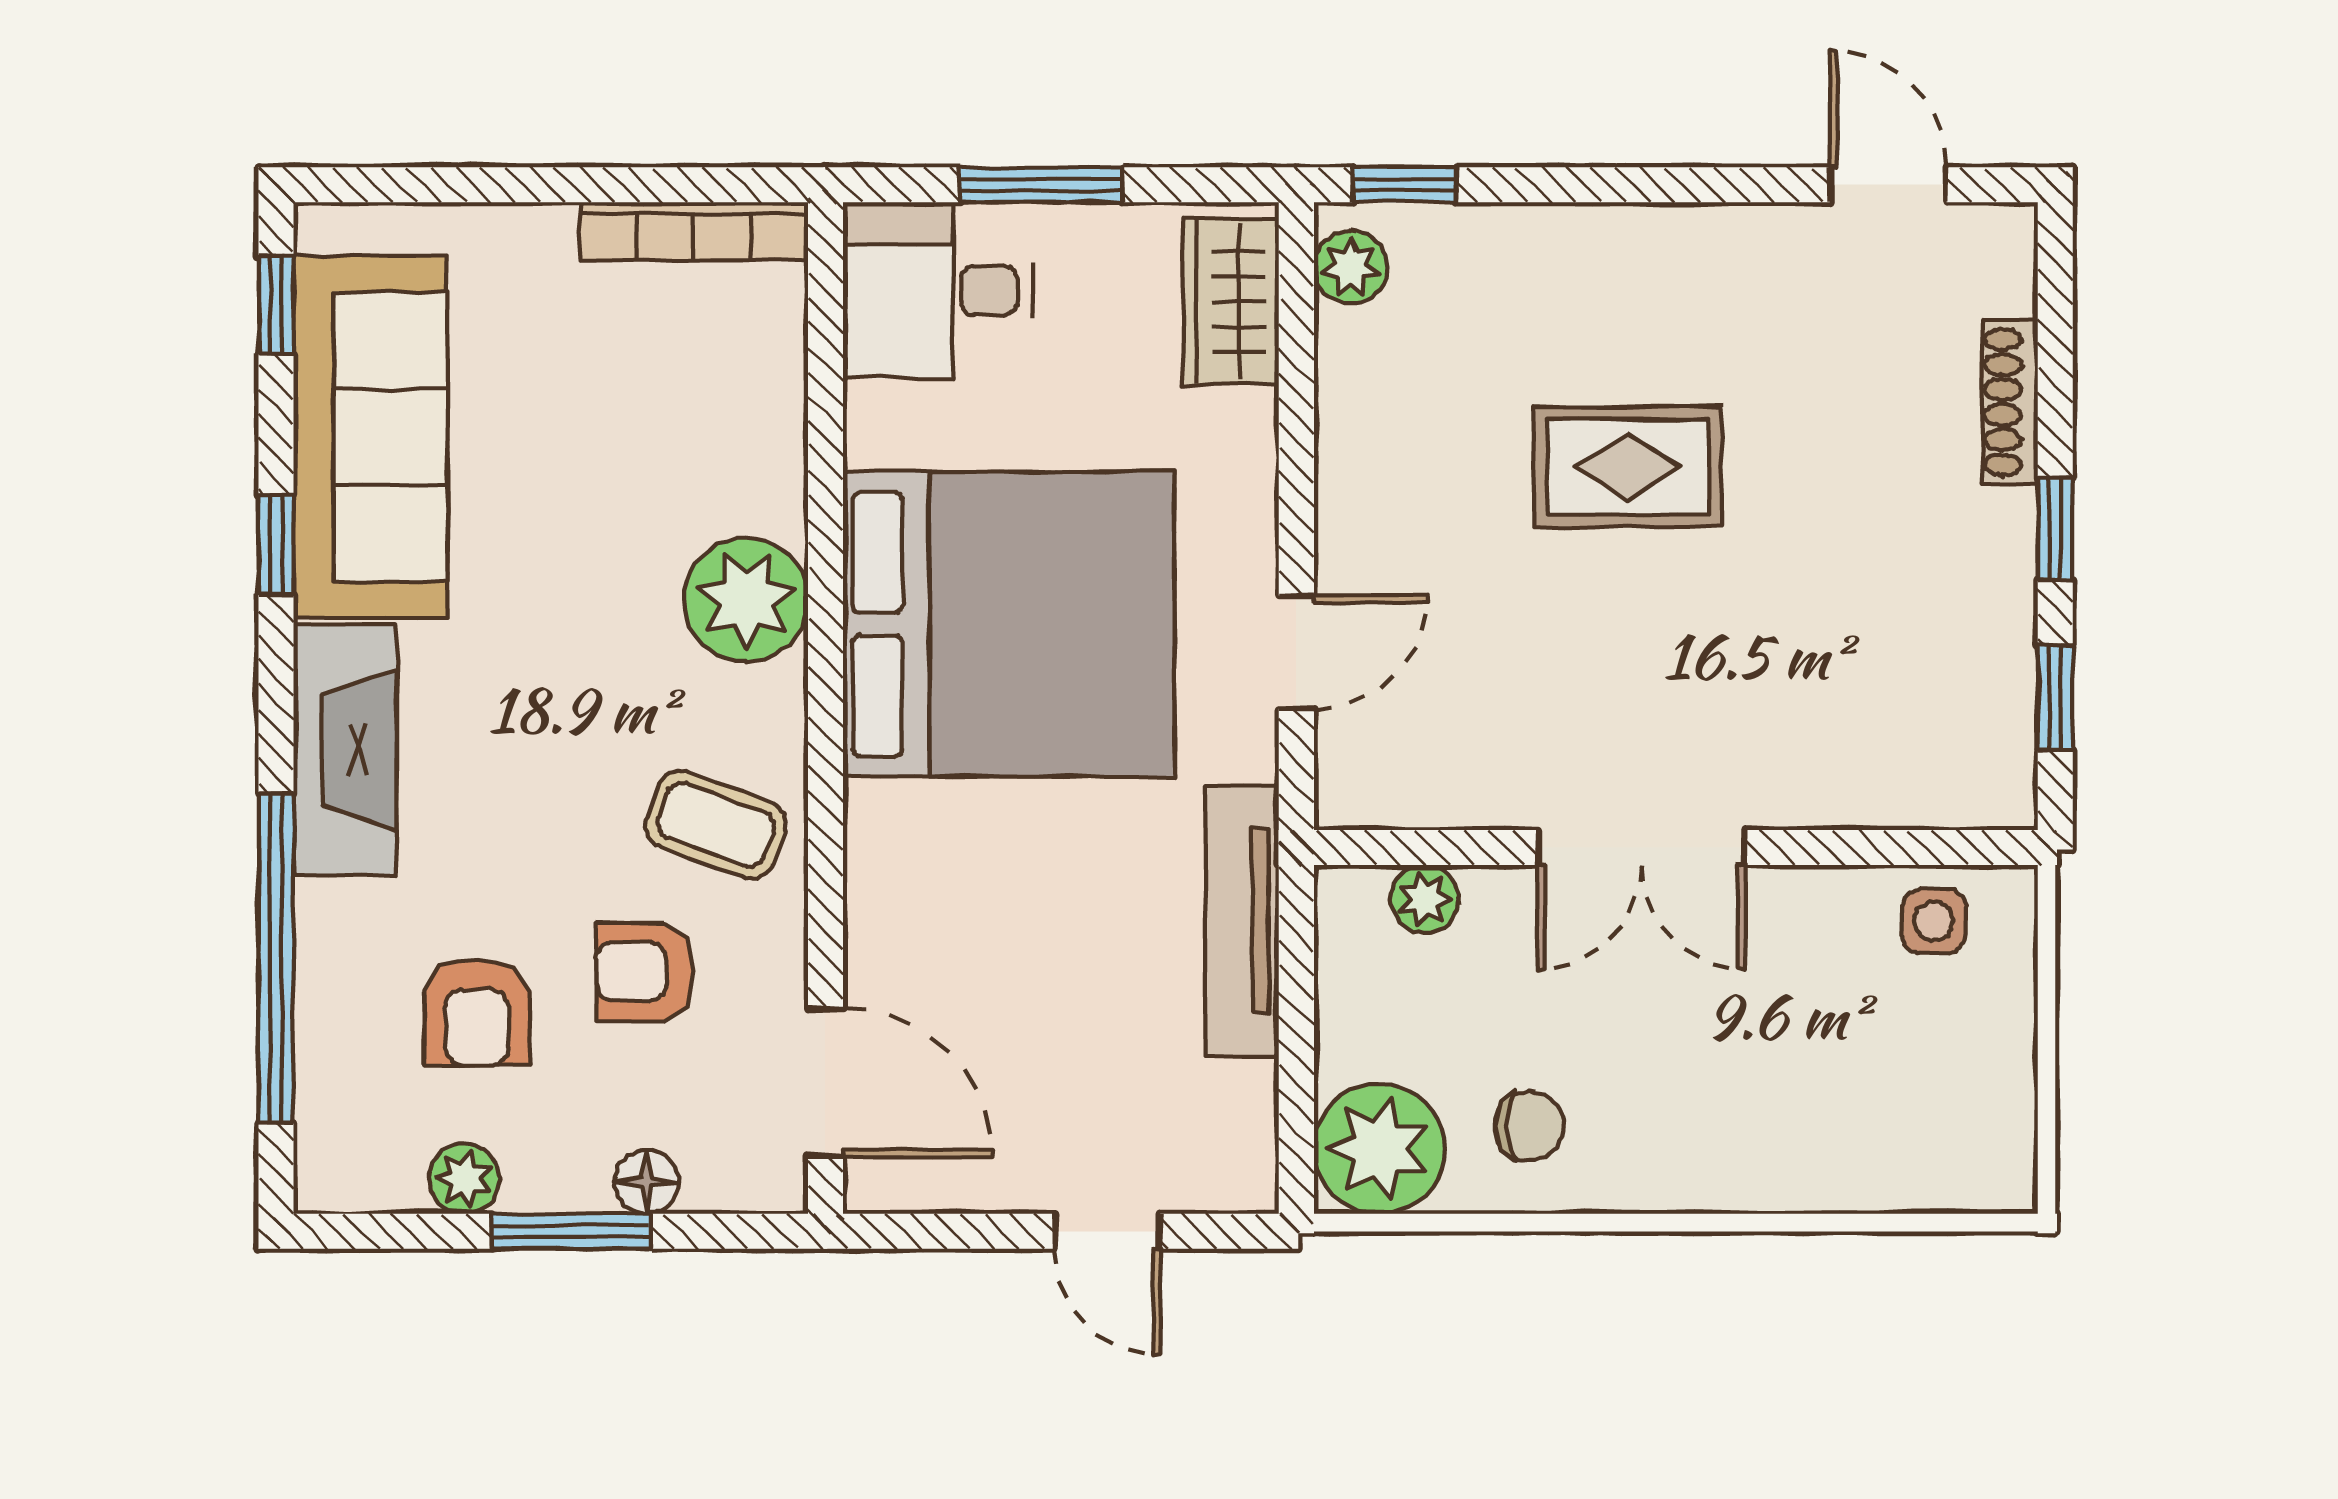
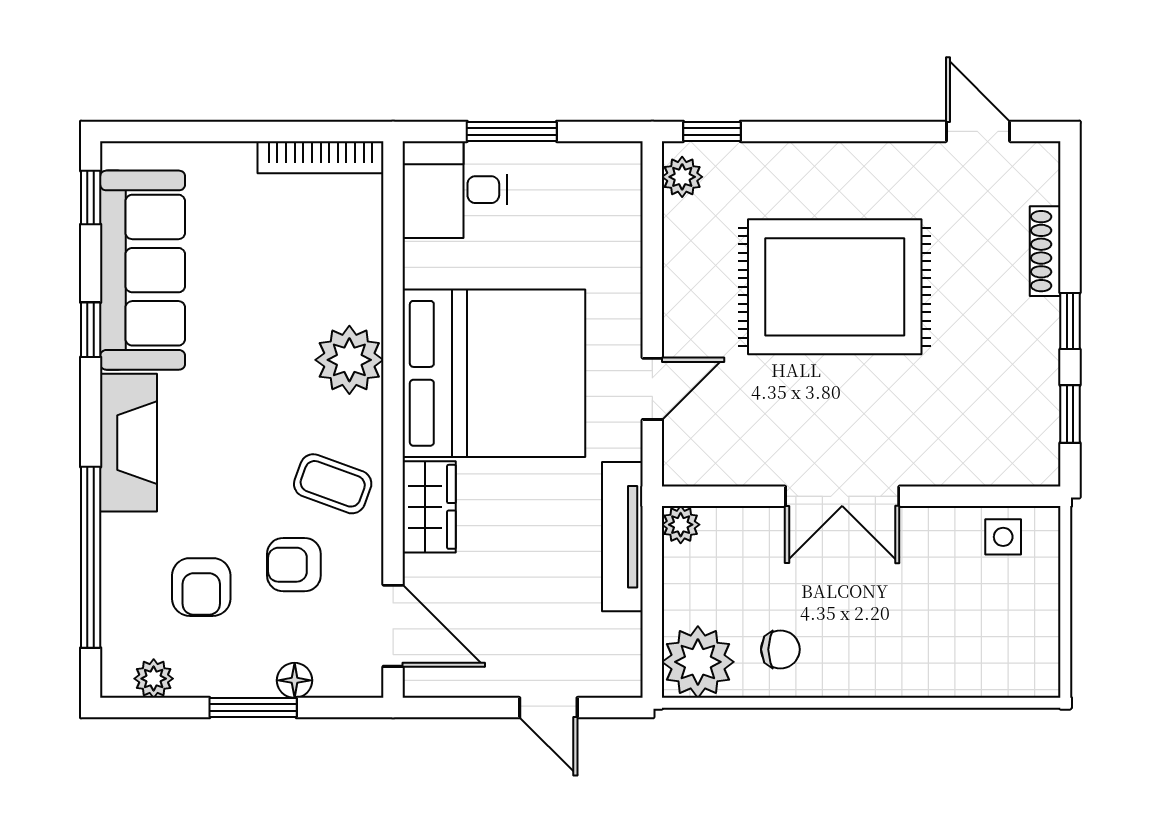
wardrobe: (1231, 301) -> (429, 507), moved, turned 180
rug: (1628, 467) -> (835, 287), width x1.86, depth x2.06
plant: (1425, 899) -> (681, 525), moved
plant: (464, 1179) -> (154, 679), moved

